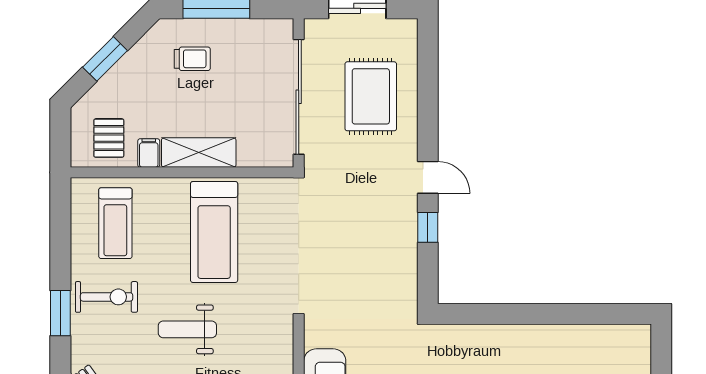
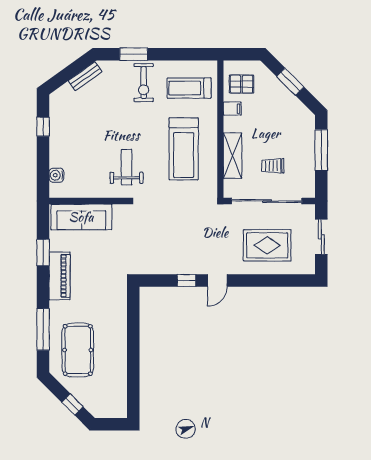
trolley: (192, 59) -> (273, 166), moved, turned 90
shelving: (199, 153) -> (233, 156), moved
treadmill: (214, 232) -> (184, 149), turned -90
weight bench: (187, 329) -> (127, 167), moved

